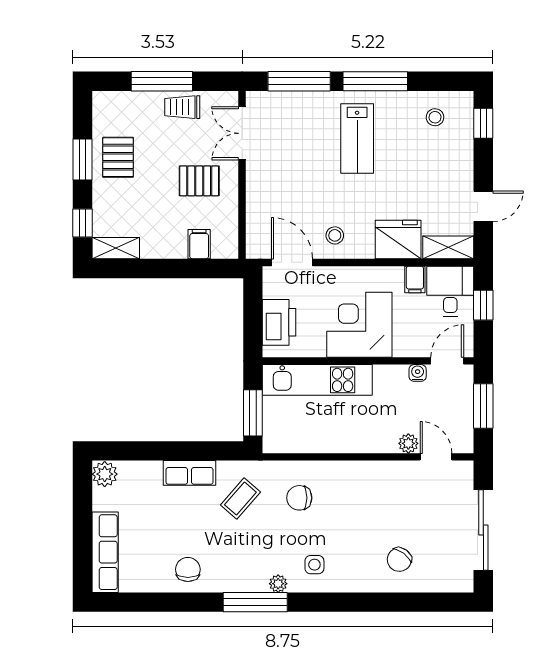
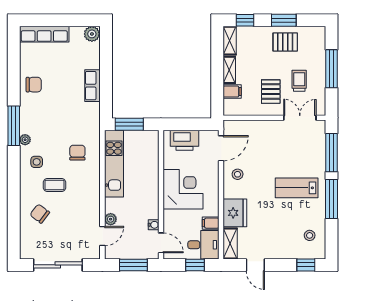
trolley: (182, 107) -> (299, 81), moved
shelving: (164, 249) -> (229, 70), added
kitchen unit: (317, 380) -> (114, 164), moved, turned 180
coffee table: (240, 499) -> (54, 185), moved, turned -41

